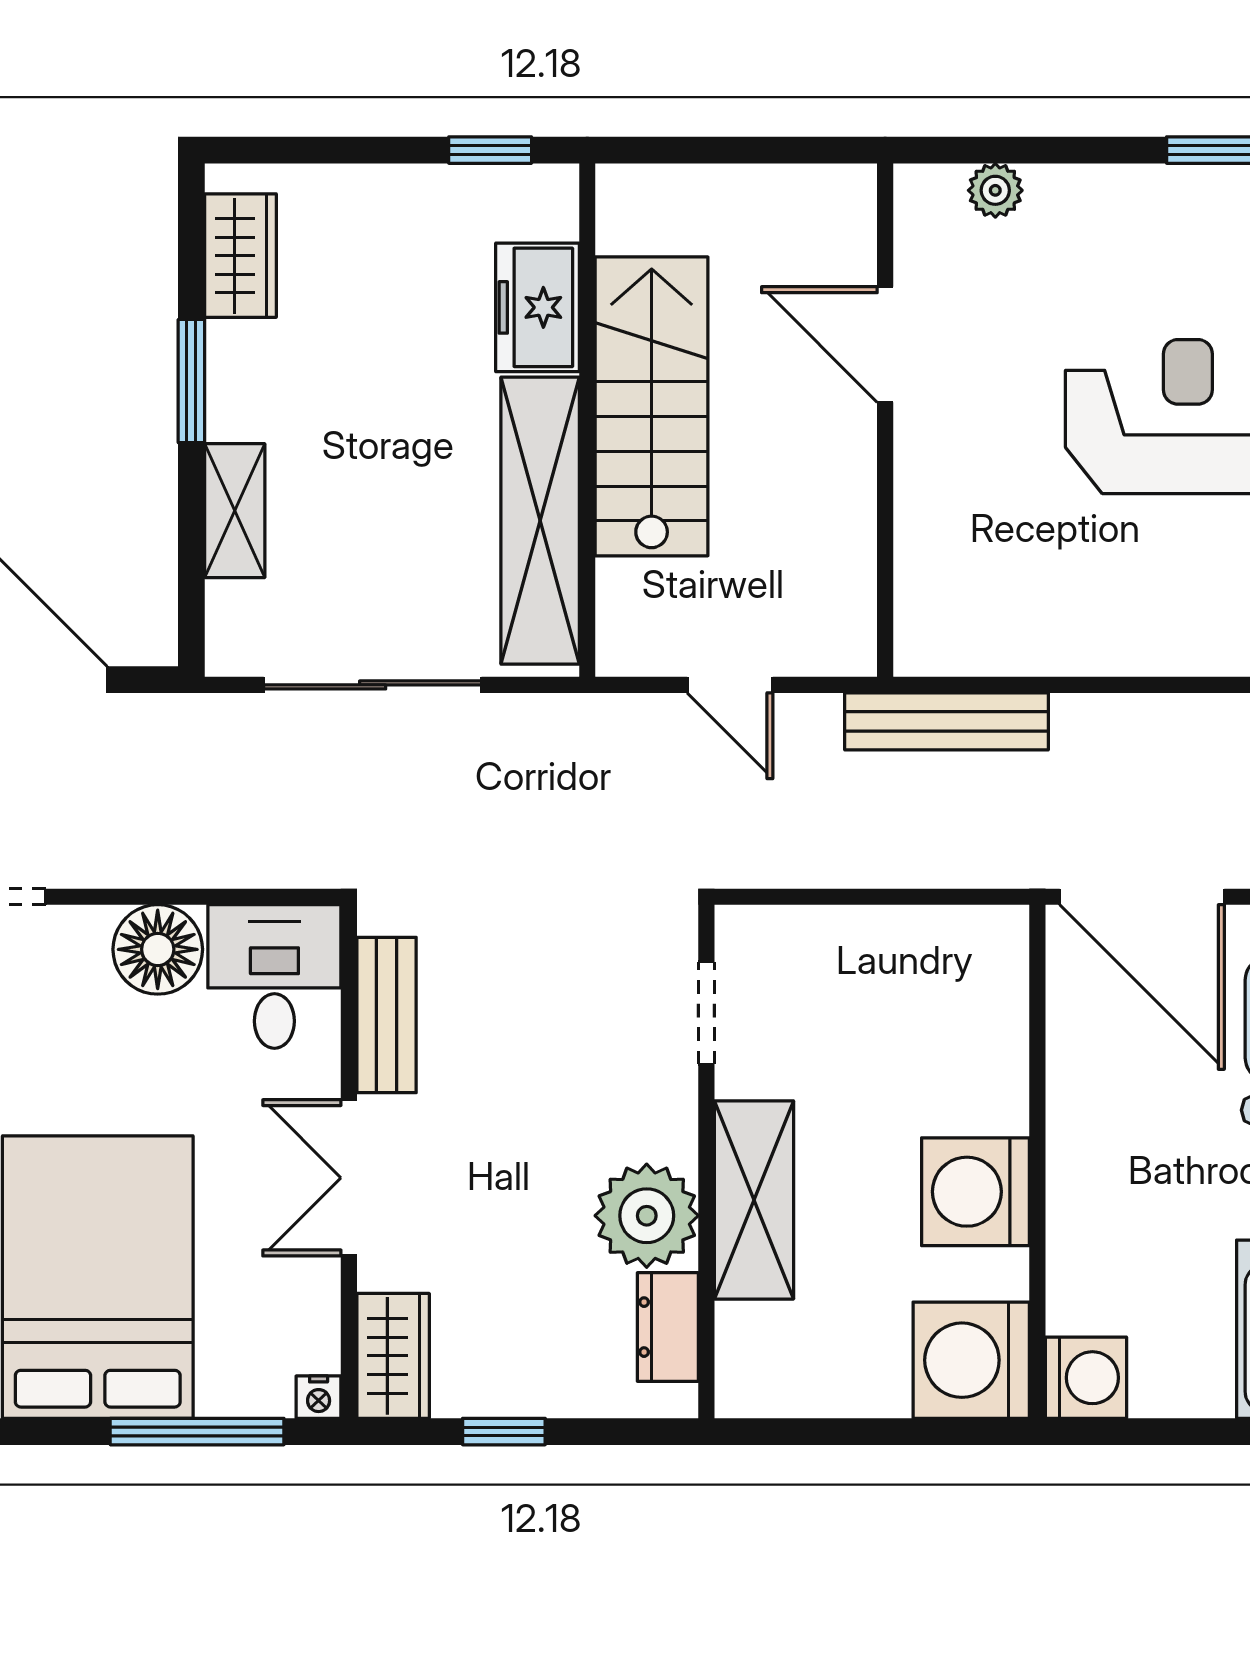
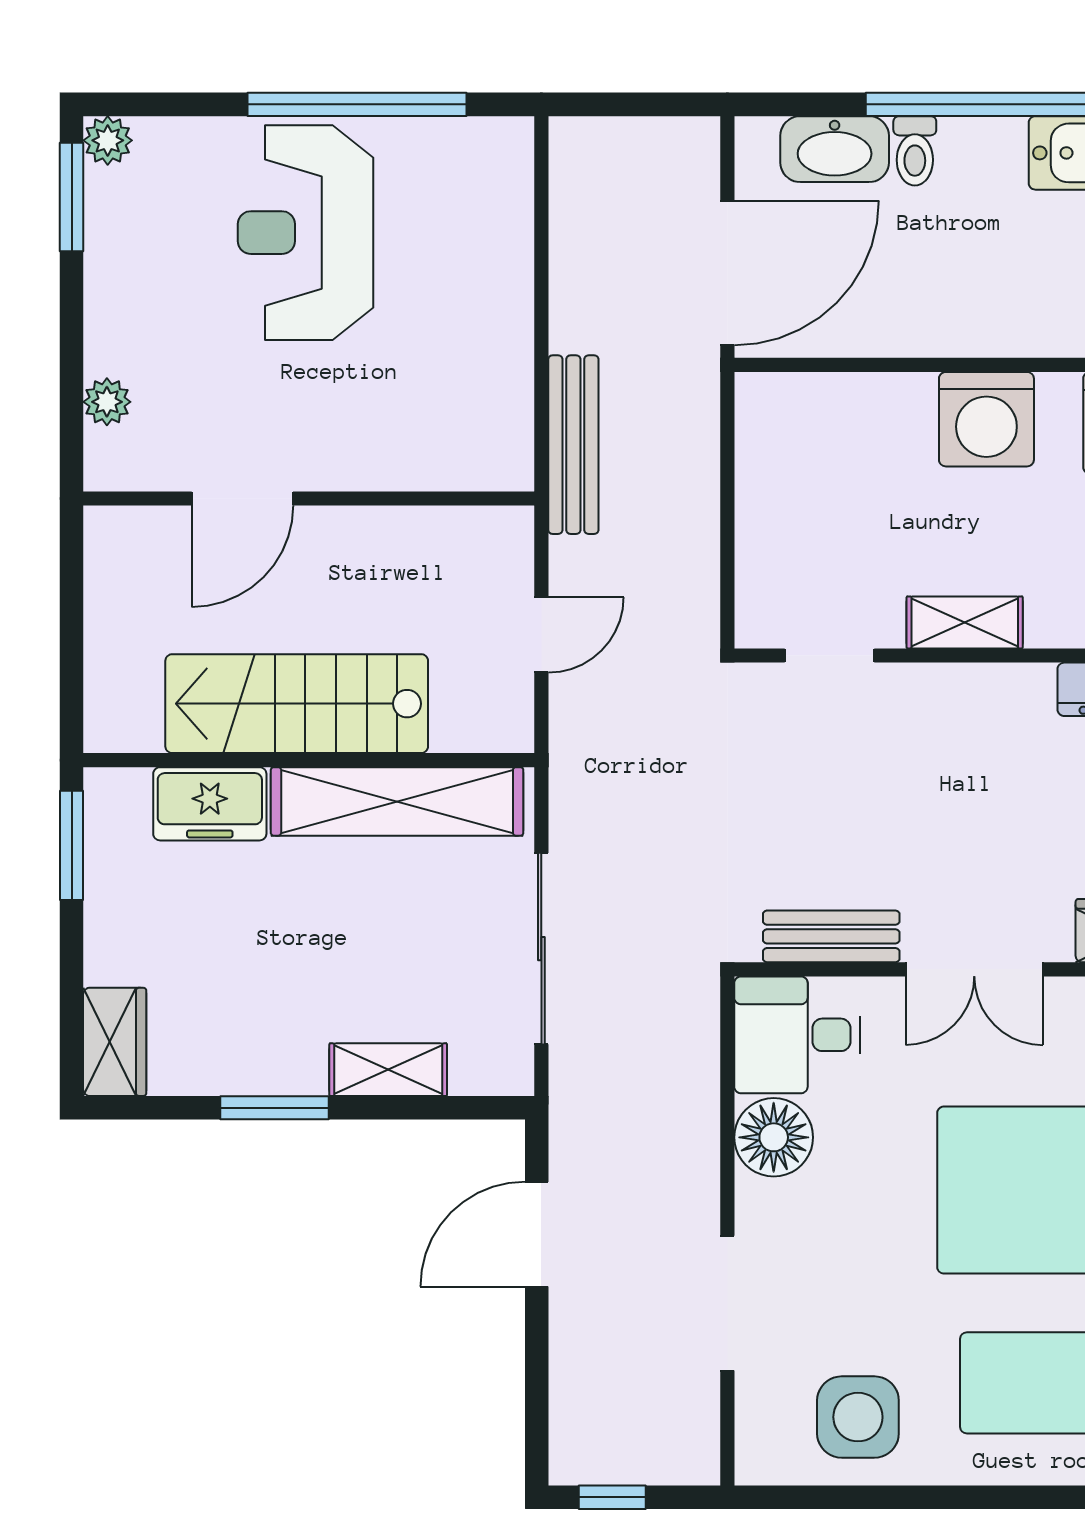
window: (490, 150) -> (72, 845), width x1.50
wardrobe: (240, 256) -> (115, 1042), moved, turned 90
shelving: (754, 1200) -> (965, 622), width x0.67, depth x0.75
plant: (647, 1216) -> (1007, 708), removed

